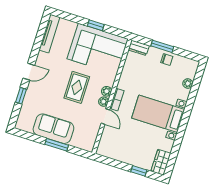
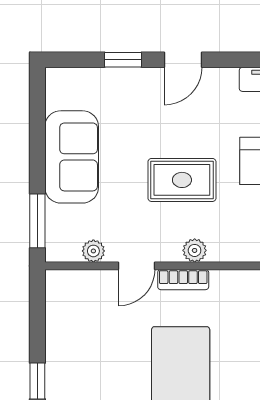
door: (29, 72) -> (183, 60), hinge flipped
plant: (103, 102) -> (93, 251), moved
window: (57, 145) -> (37, 221), moved

